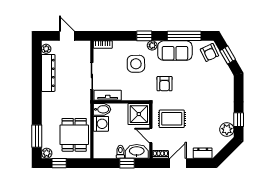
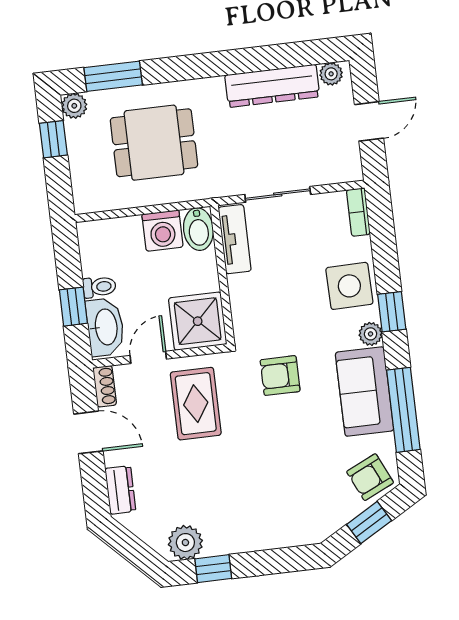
side table: (136, 64) -> (349, 286), moved
dining table: (74, 135) -> (154, 143), moved

